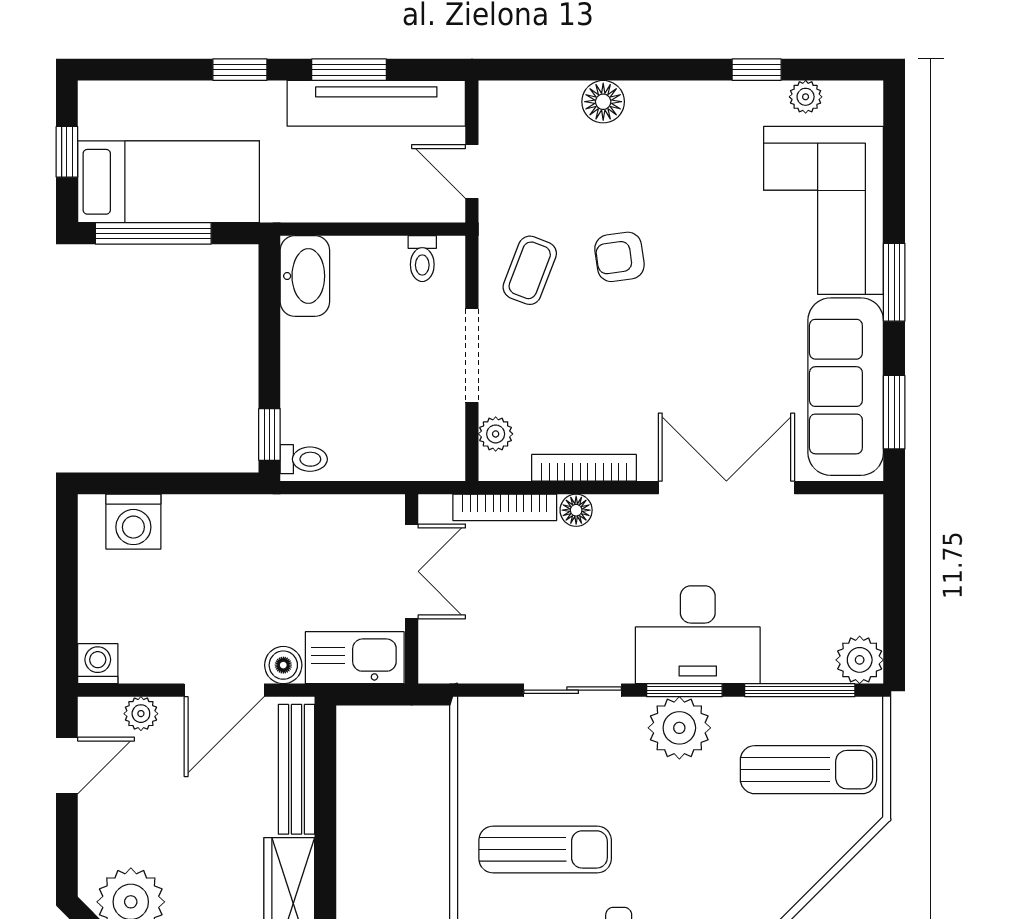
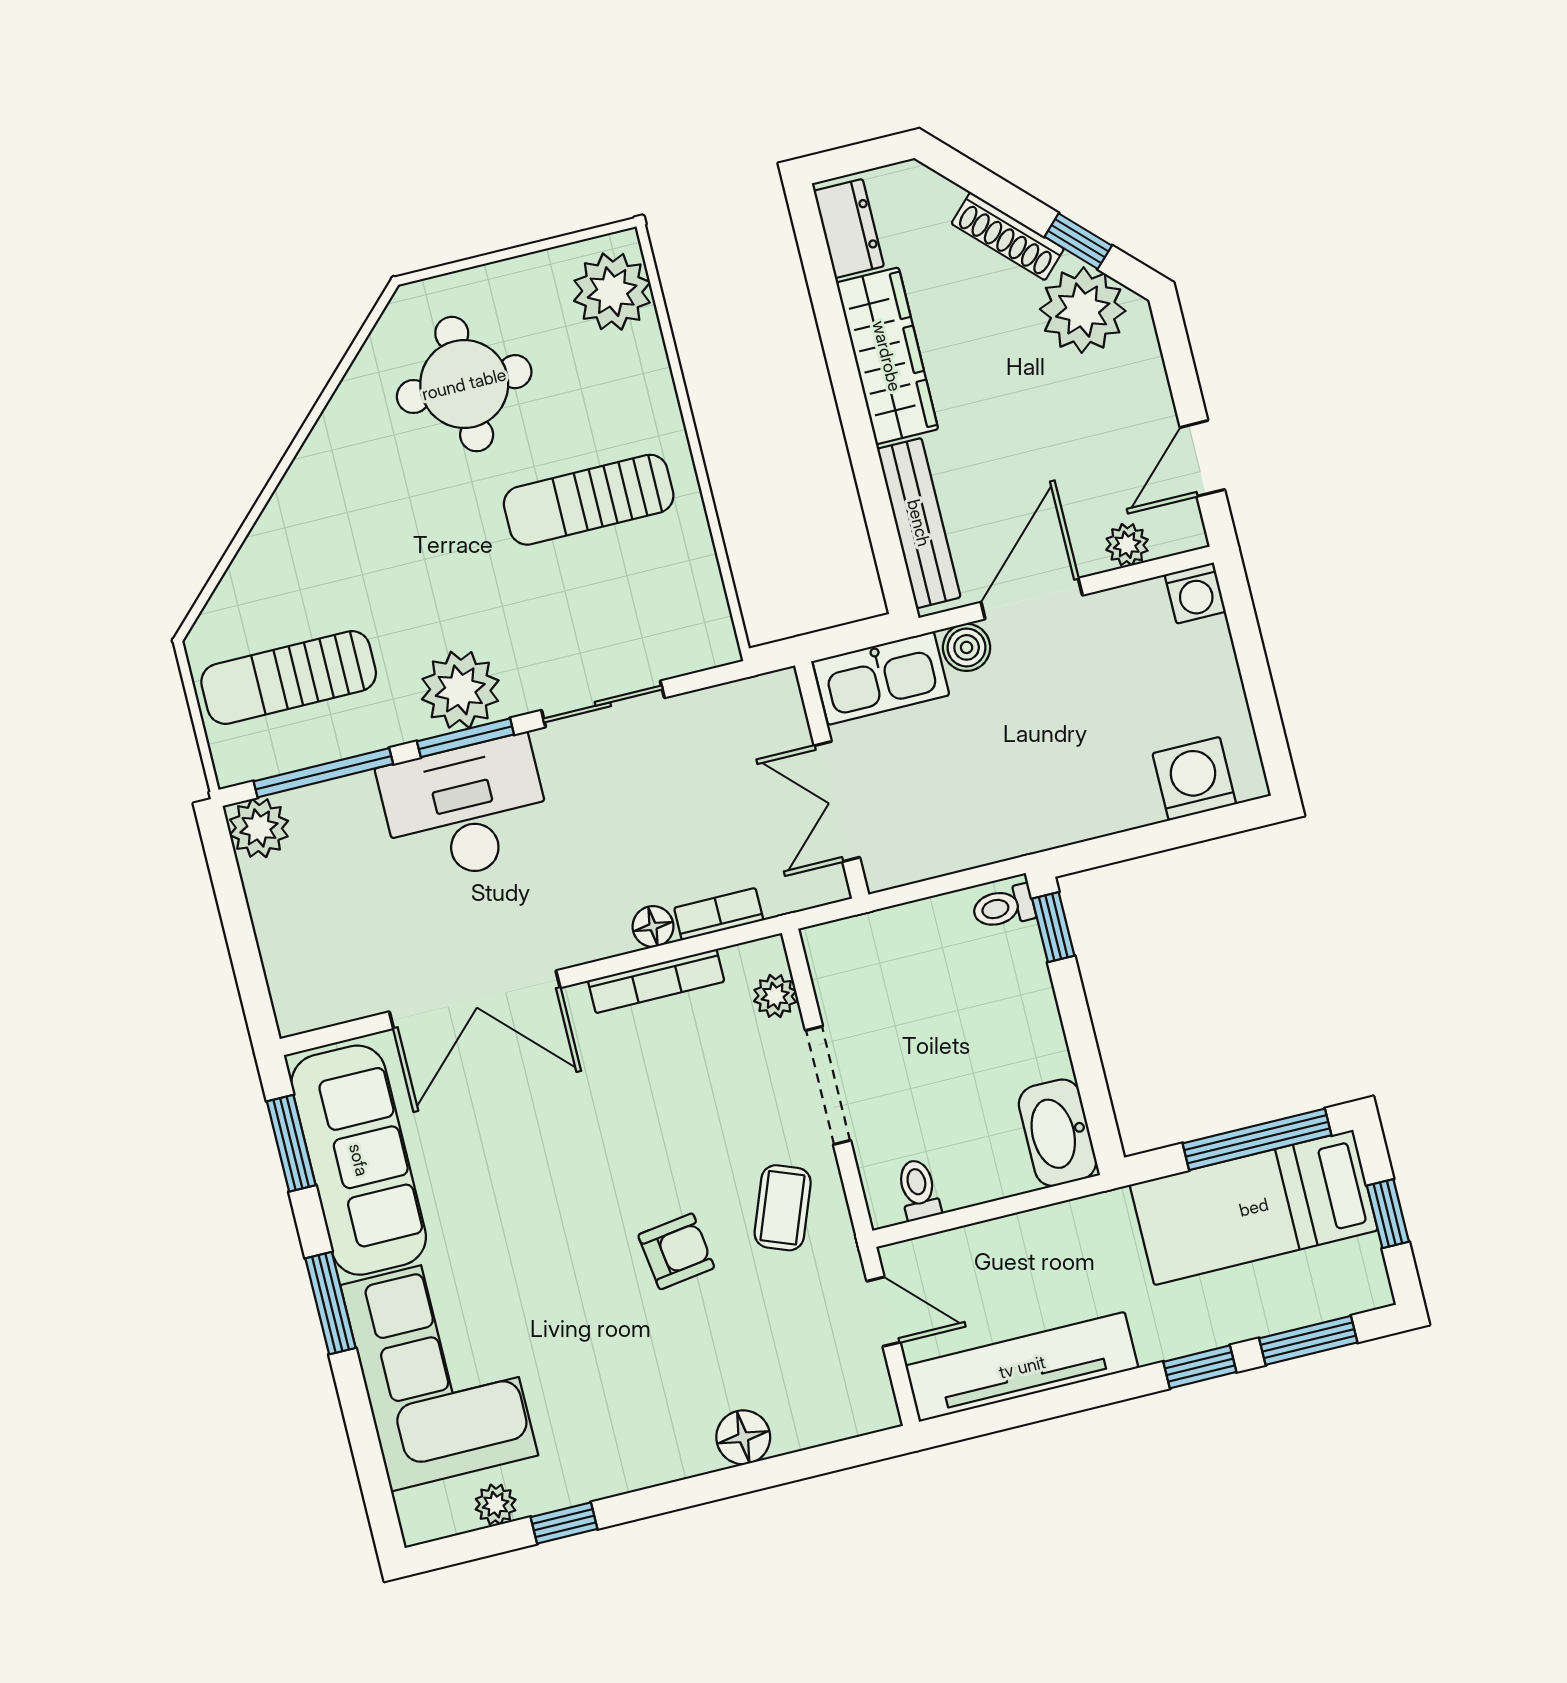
window: (349, 70) -> (1308, 1340), moved
bookcase: (505, 507) -> (719, 914), width x0.64

